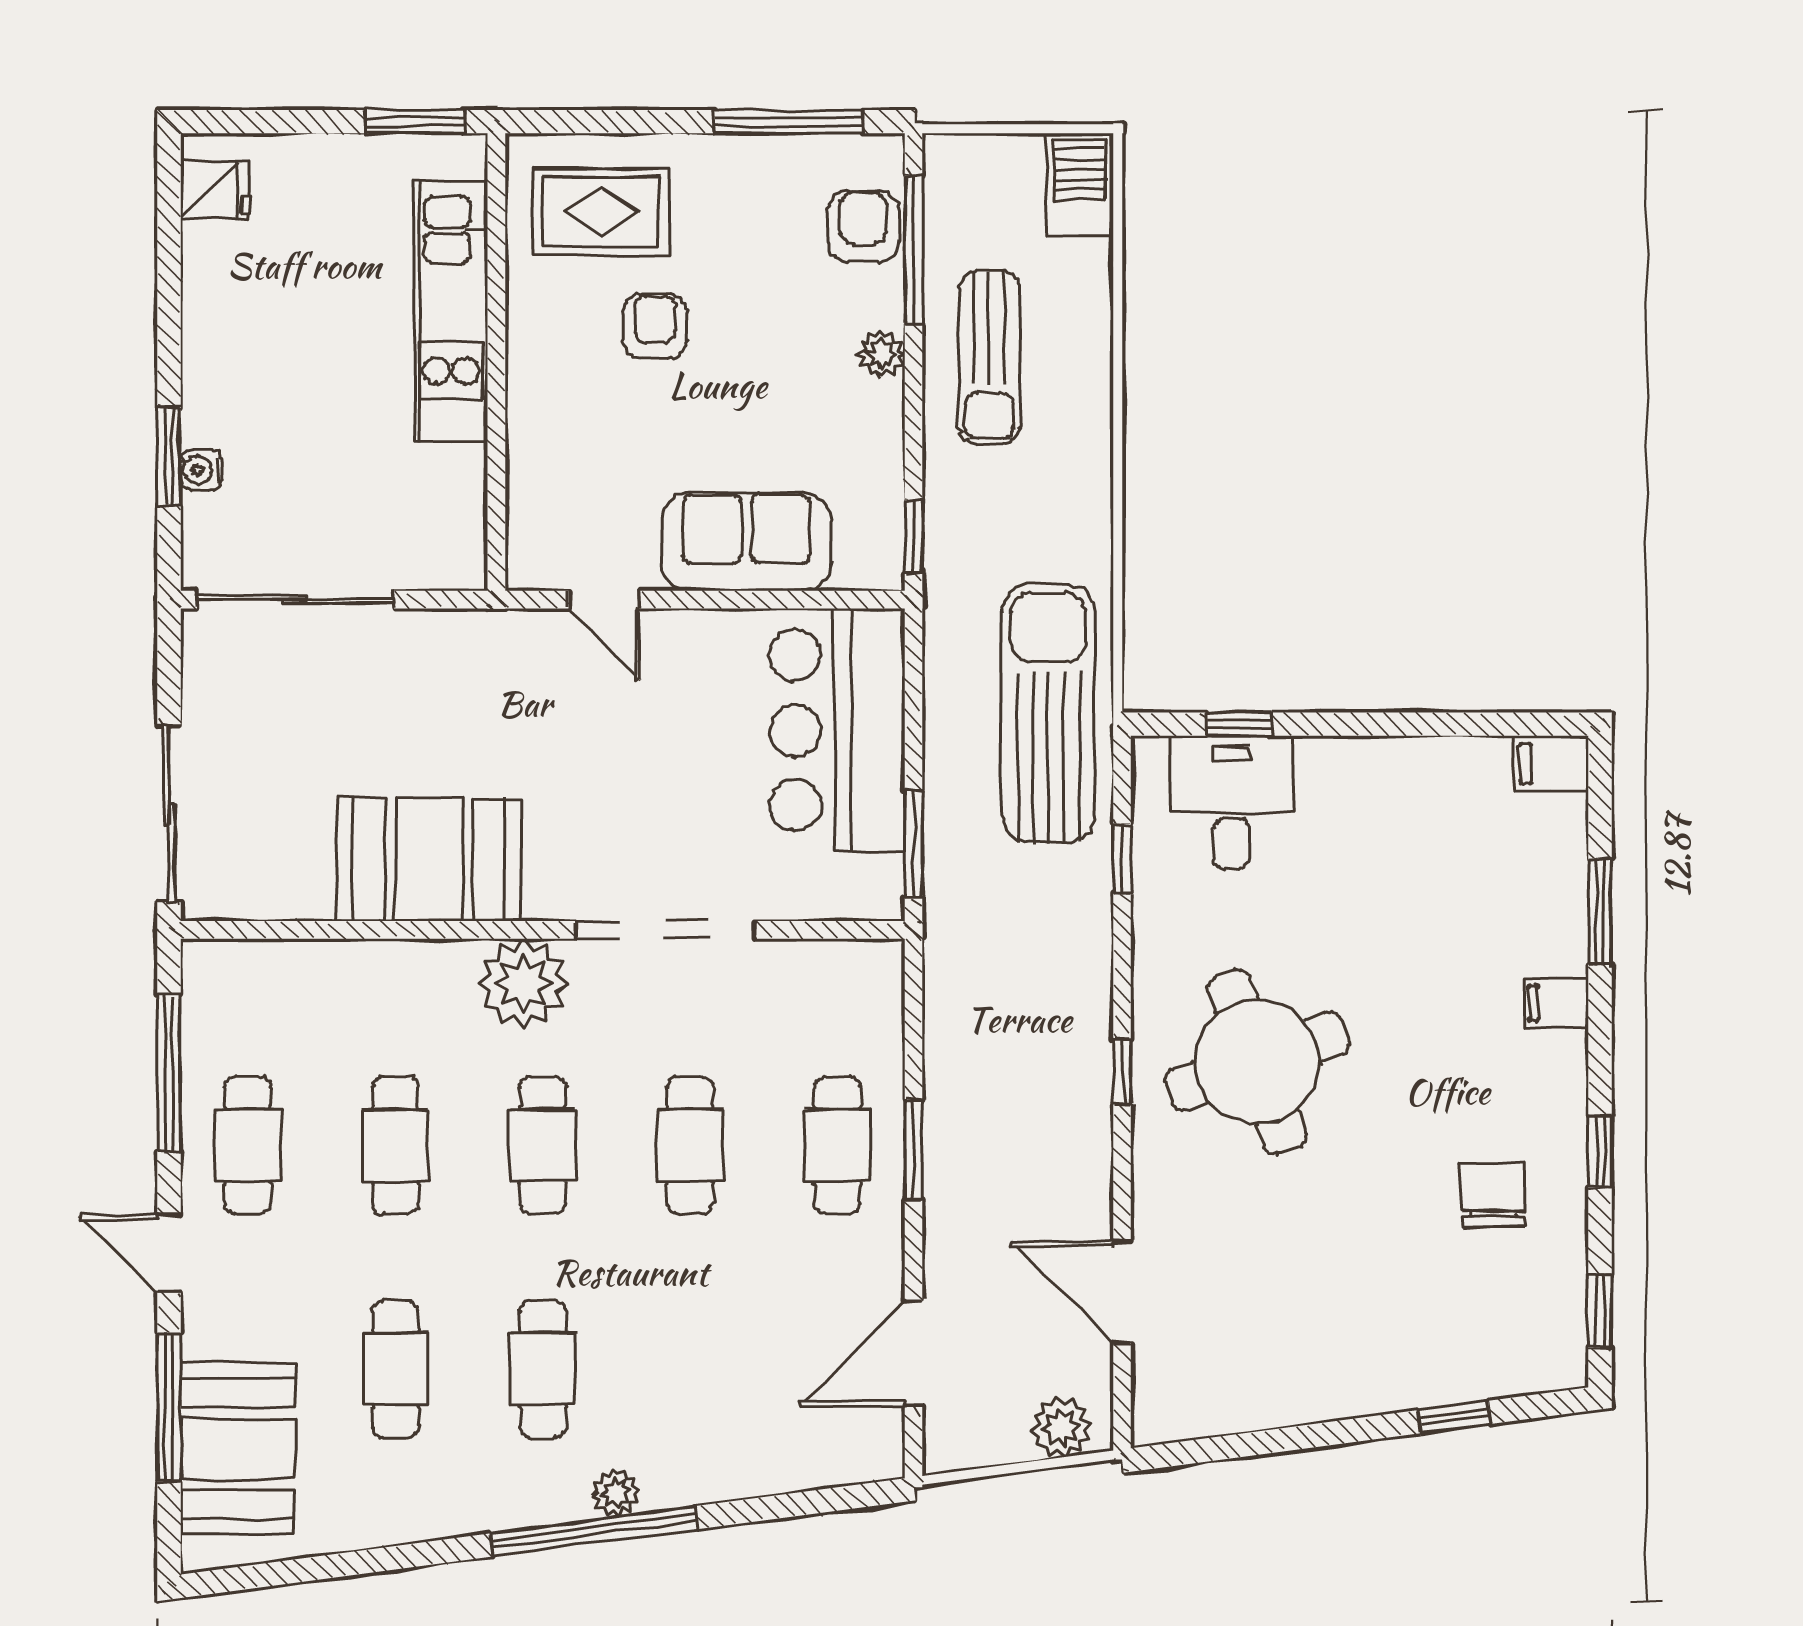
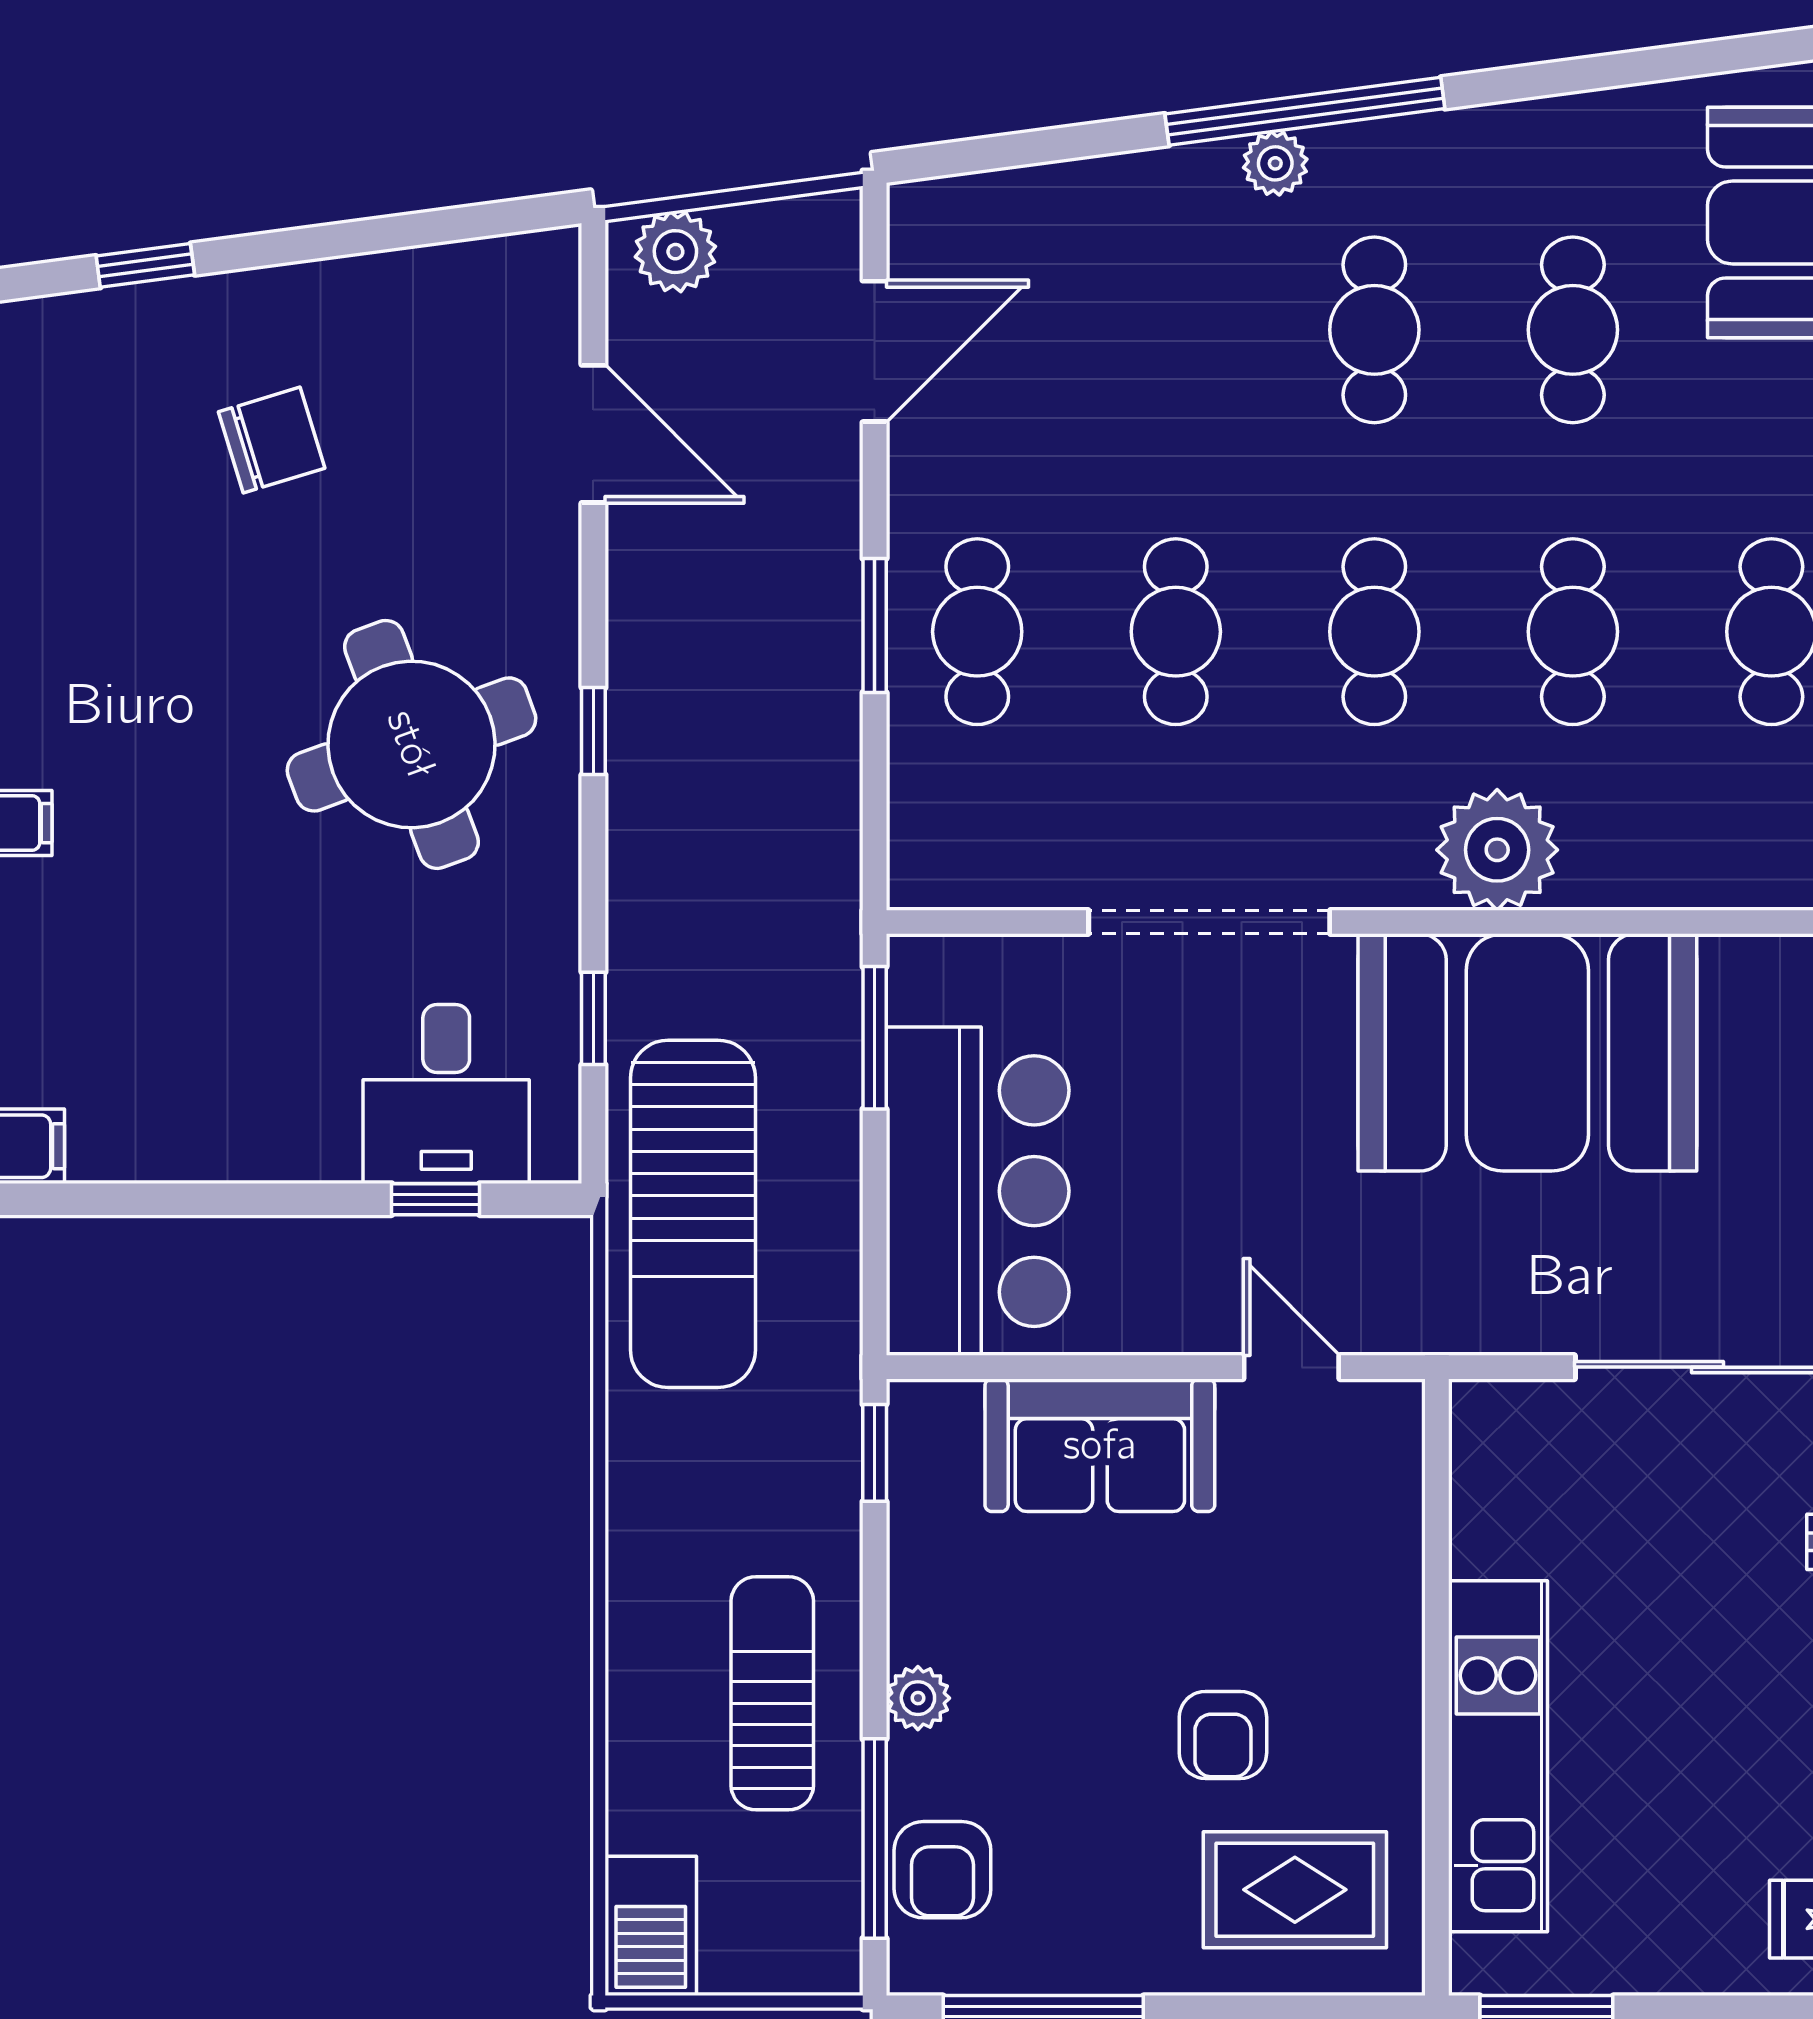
booth: (429, 859) -> (1527, 1052), width x1.36, depth x1.42
plant: (523, 983) -> (1497, 850), moved
chair: (1494, 1195) -> (272, 440), moved, turned -107

